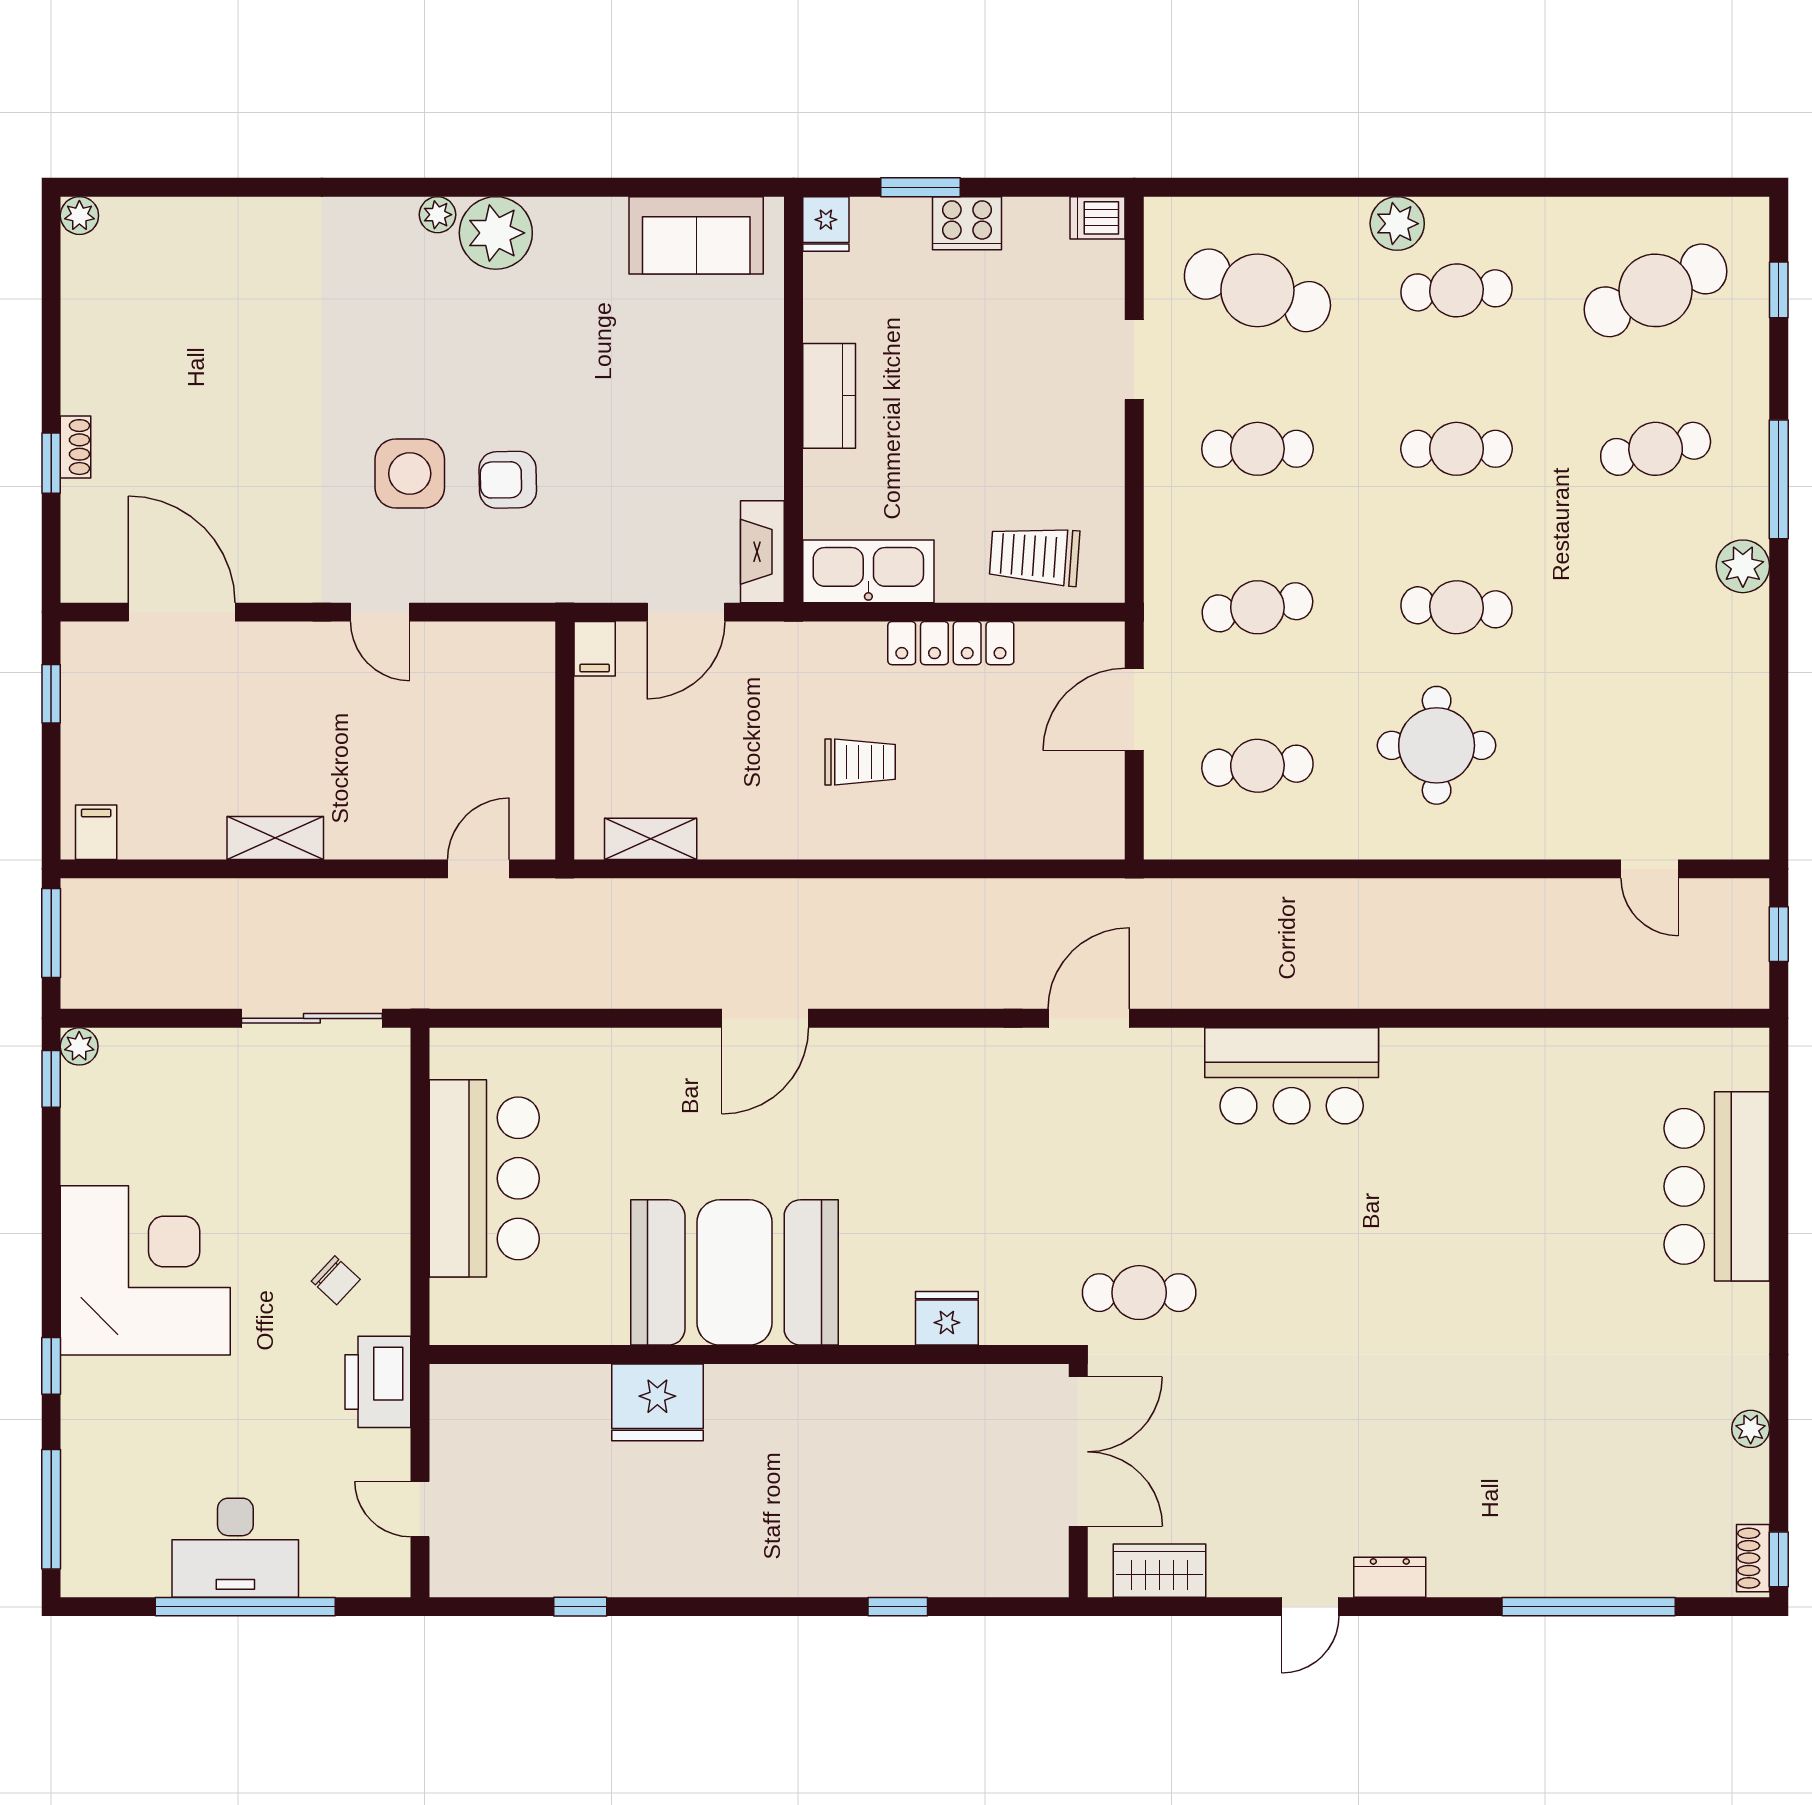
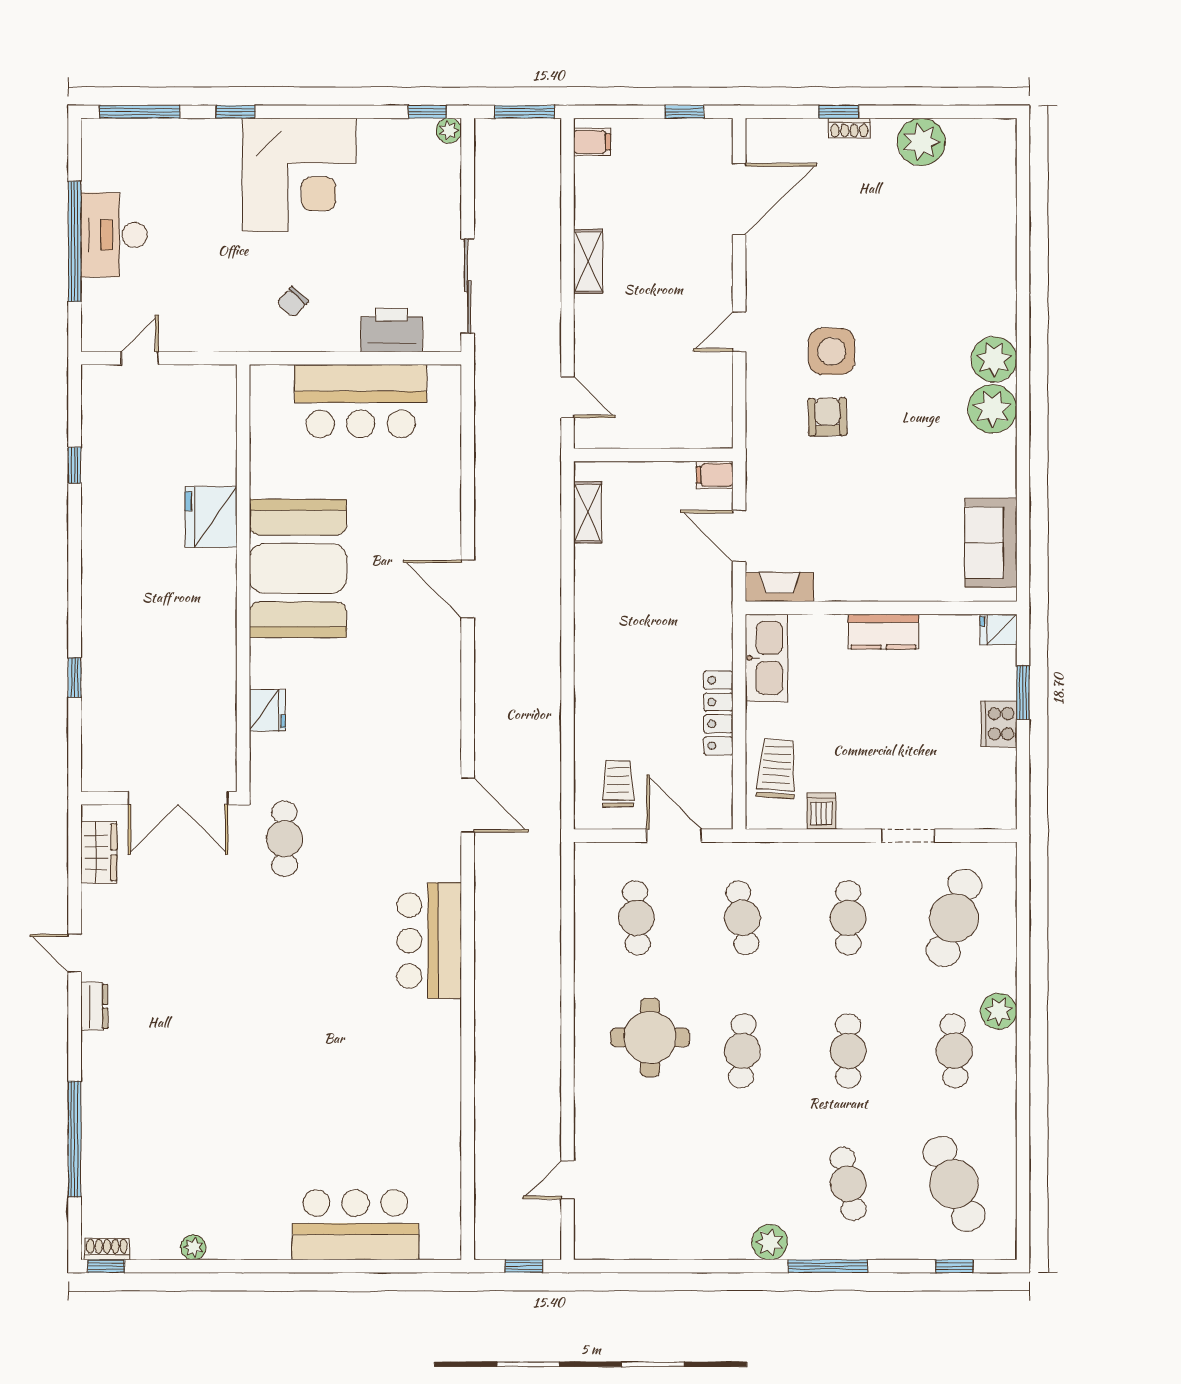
plant: (437, 215) -> (994, 359), width x1.88, depth x1.88
plant: (79, 216) -> (921, 142), moved, width x1.87, depth x1.87
dishwasher: (1098, 218) -> (821, 811), moved
trolley: (860, 762) -> (618, 784), moved, turned 180
printer: (378, 1382) -> (392, 330), moved

